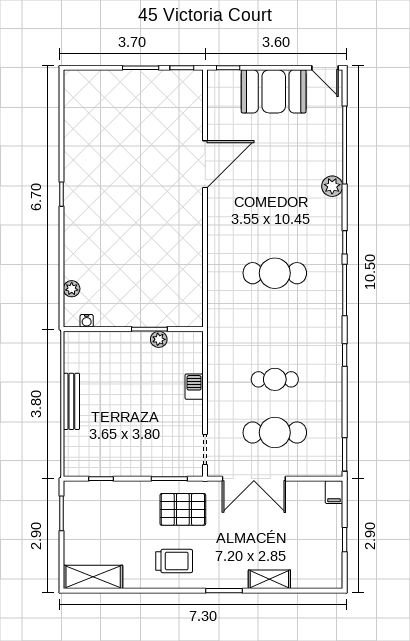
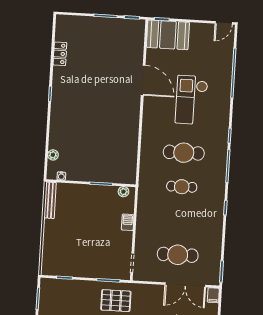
door: (325, 68) -> (224, 23), hinge flipped
booth: (274, 91) -> (168, 35), moved
locker: (73, 131) -> (60, 54), added
door: (205, 164) -> (143, 80), hinge flipped
plant: (332, 186) -> (224, 99), removed
checkout: (282, 190) -> (192, 100), added
plant: (159, 339) -> (123, 192), moved
cafe table: (275, 379) -> (182, 187), moved
bench: (71, 401) -> (50, 200), moved
double door: (254, 479) -> (185, 285), moved

